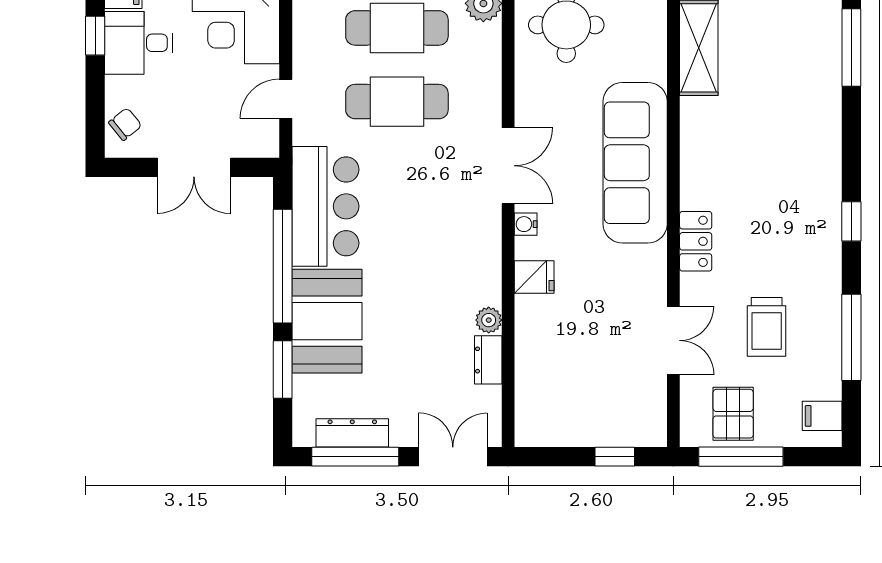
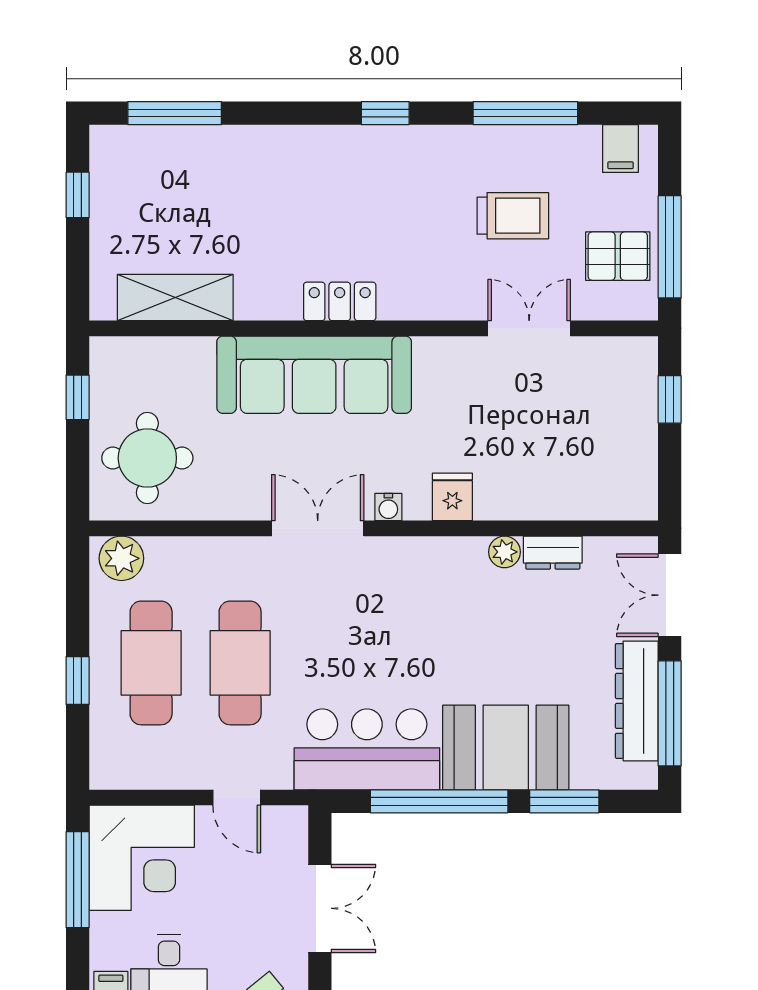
locker: (696, 241) -> (340, 301), moved
dresser: (352, 433) -> (637, 701), width x1.37, depth x1.24

